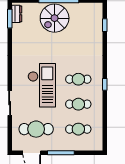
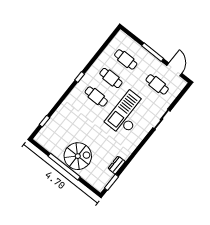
dresser: (17, 14) -> (117, 165), moved
cafe table: (36, 129) -> (157, 84), width x0.73, depth x0.74

